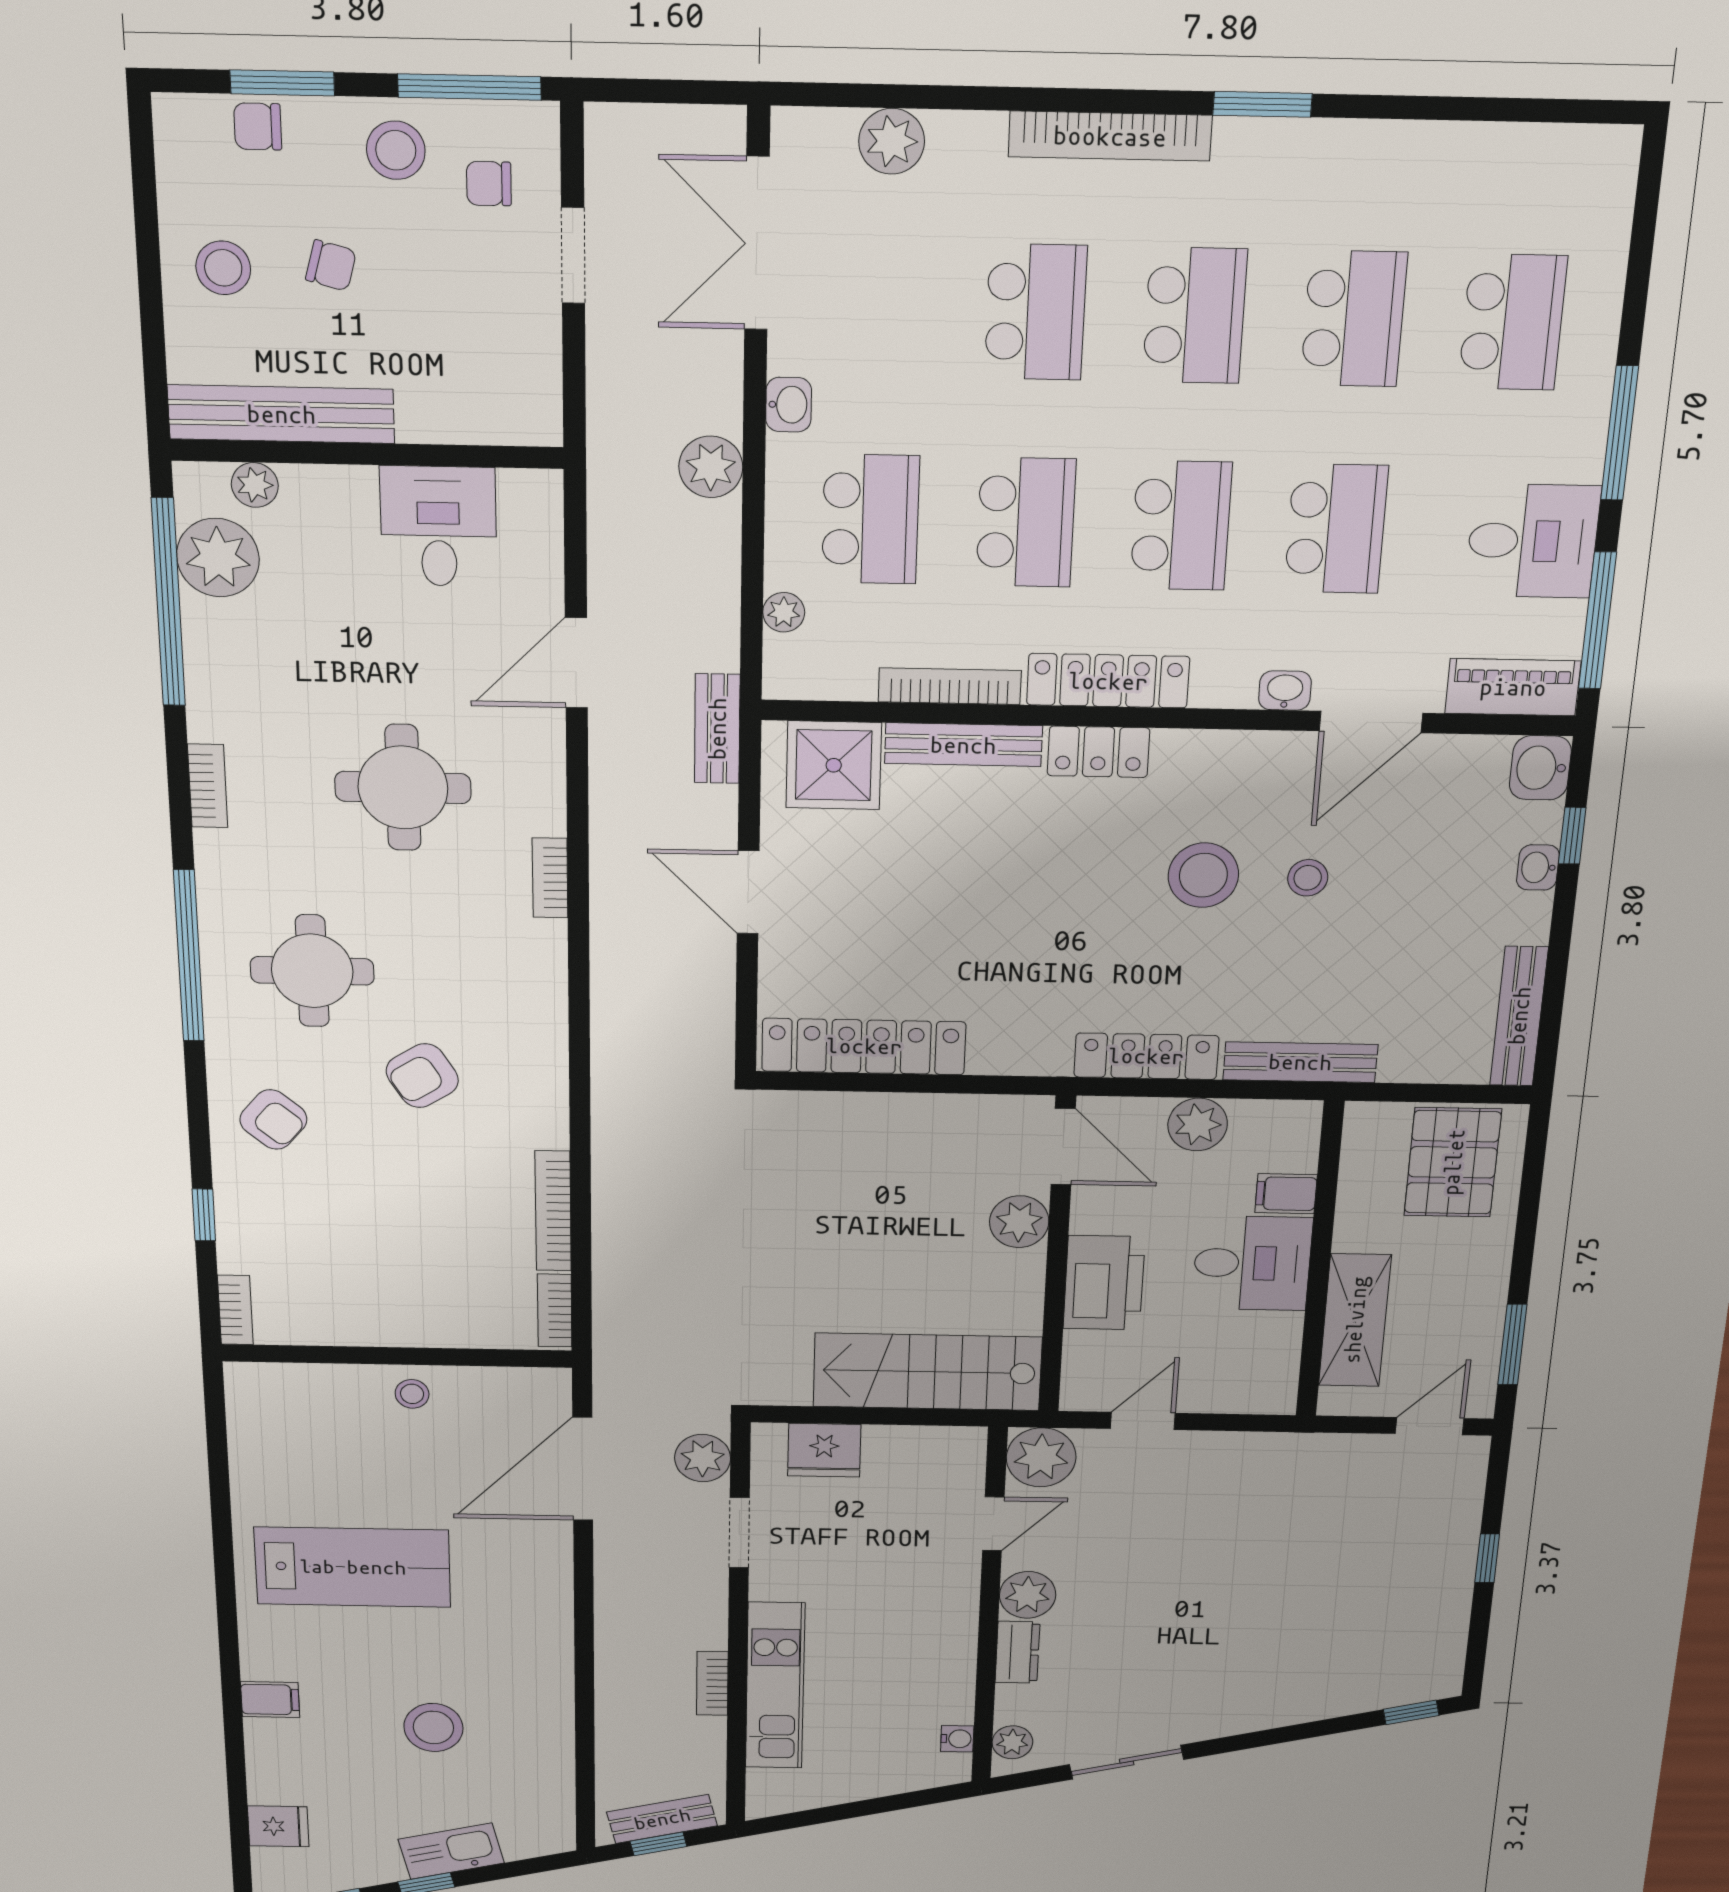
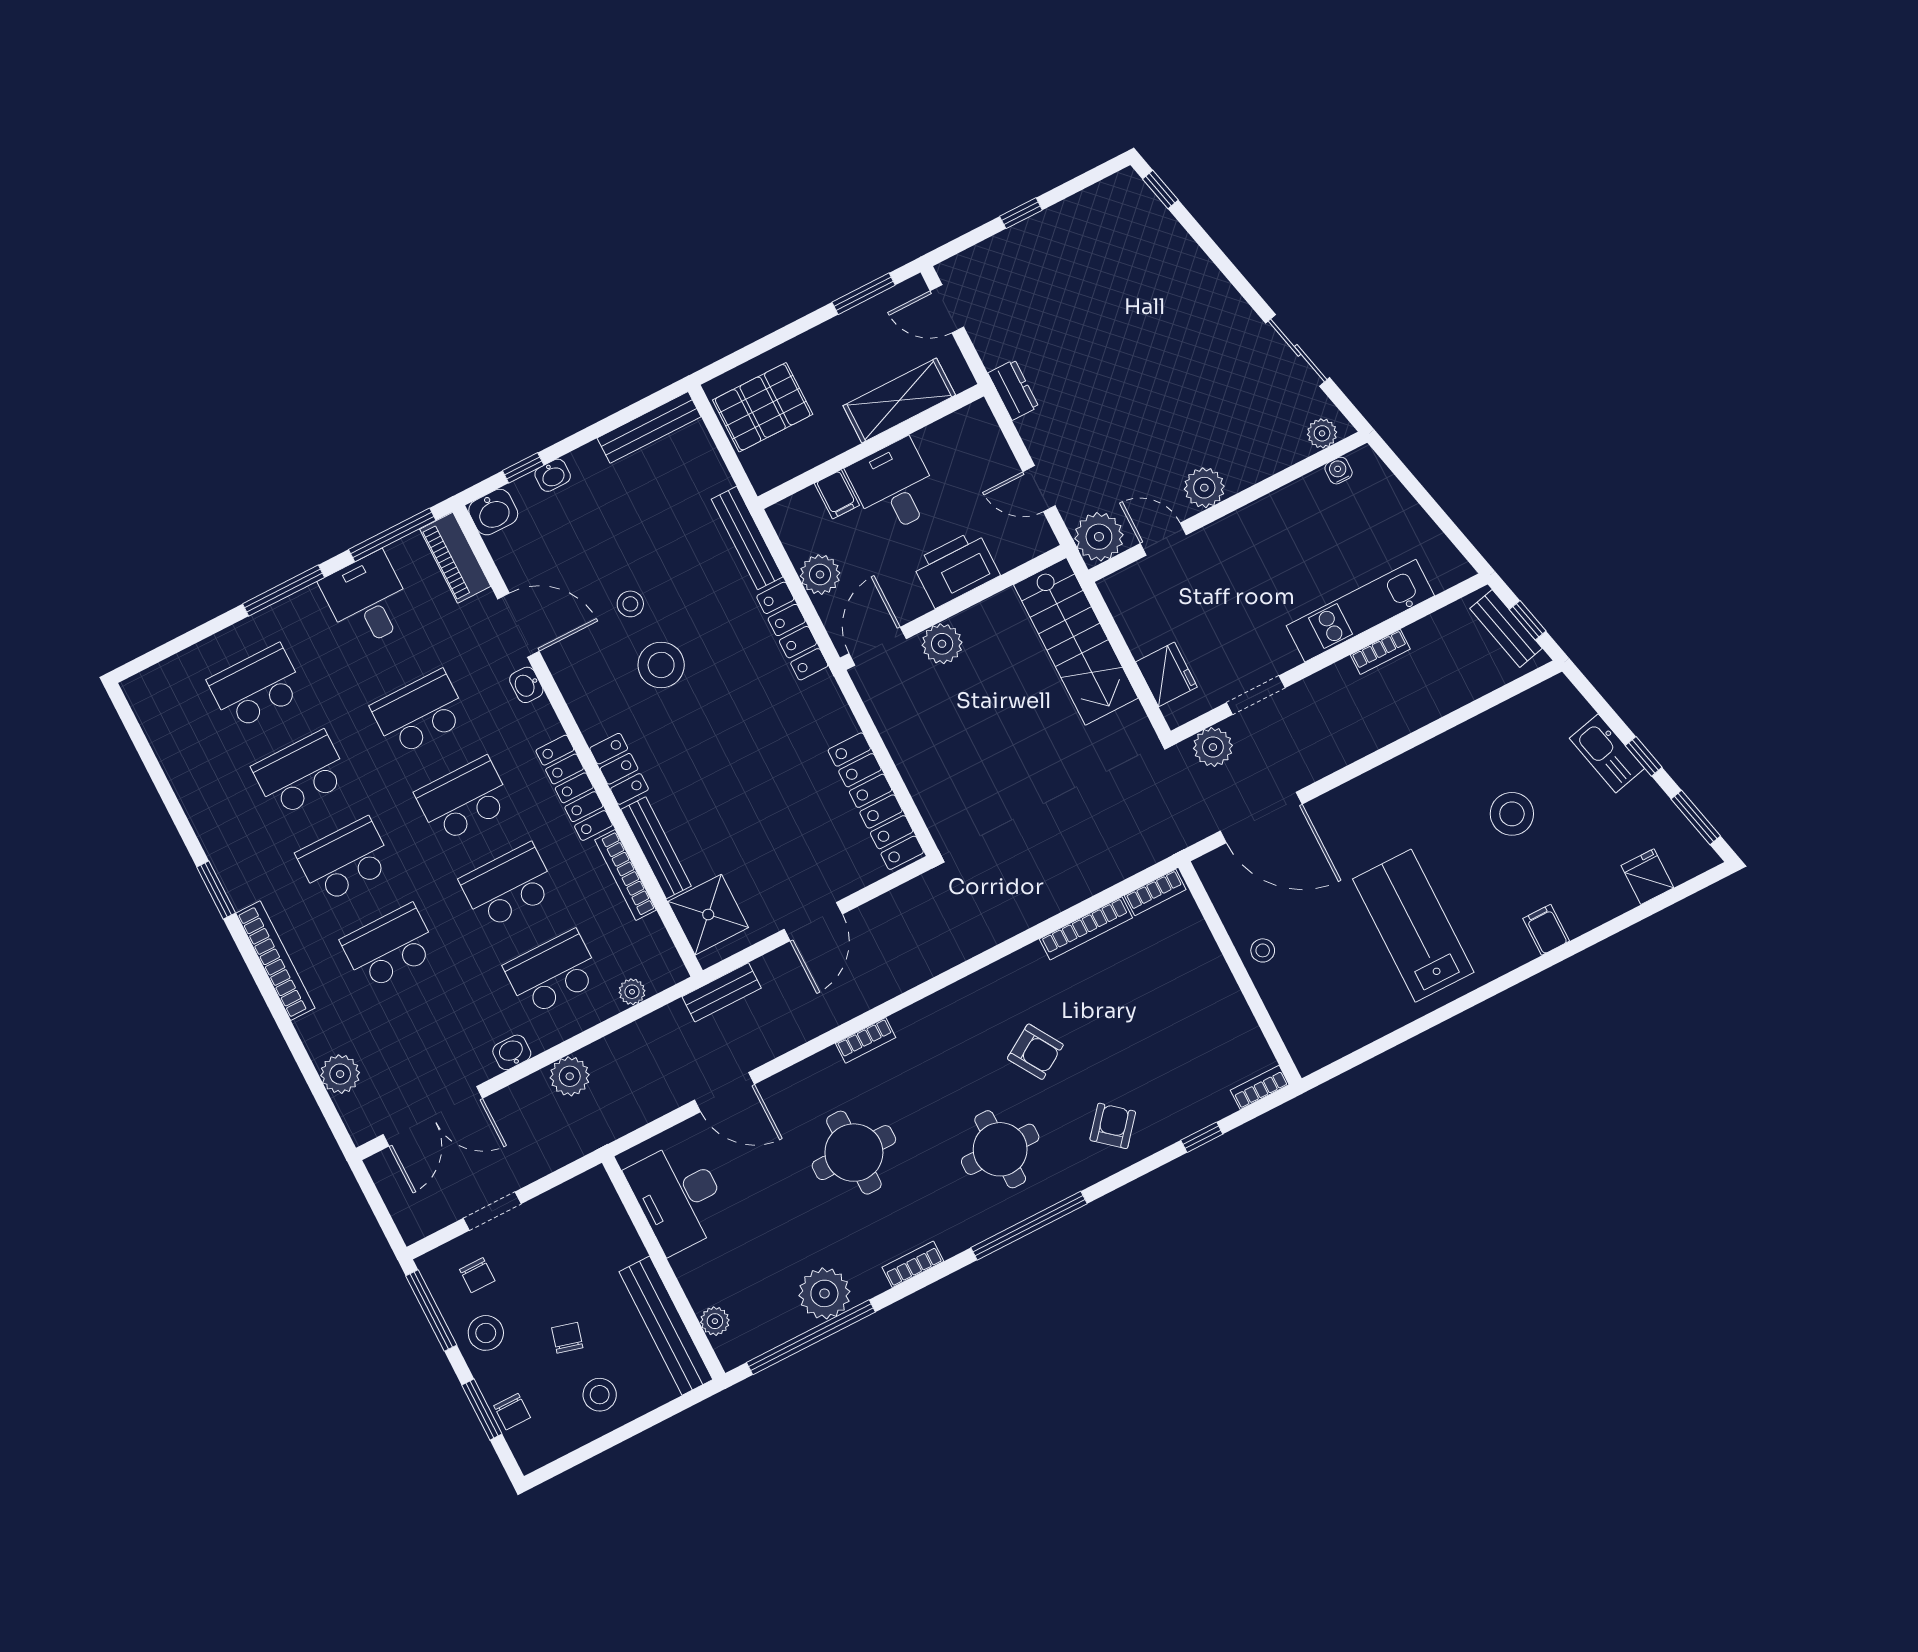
desk: (439, 526) -> (679, 1197), width x1.37
plant: (218, 558) -> (824, 1293), moved
dresser: (1017, 1652) -> (1013, 390), moved, turned 90

